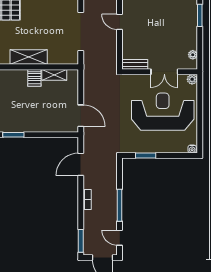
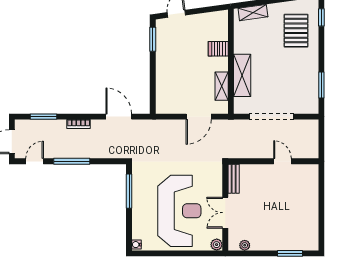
door: (120, 22) -> (282, 161), hinge flipped
shelving: (29, 57) -> (242, 75), moved
server rack: (34, 78) -> (218, 49), moved
door: (81, 116) -> (199, 117), moved
window: (146, 155) -> (129, 191), width x1.44
window: (81, 241) -> (44, 117), moved

